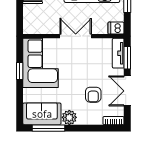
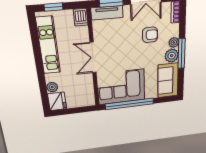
window: (20, 71) -> (130, 104), width x3.17
plant: (83, 119) -> (174, 43), added
window: (49, 128) -> (181, 54), moved

